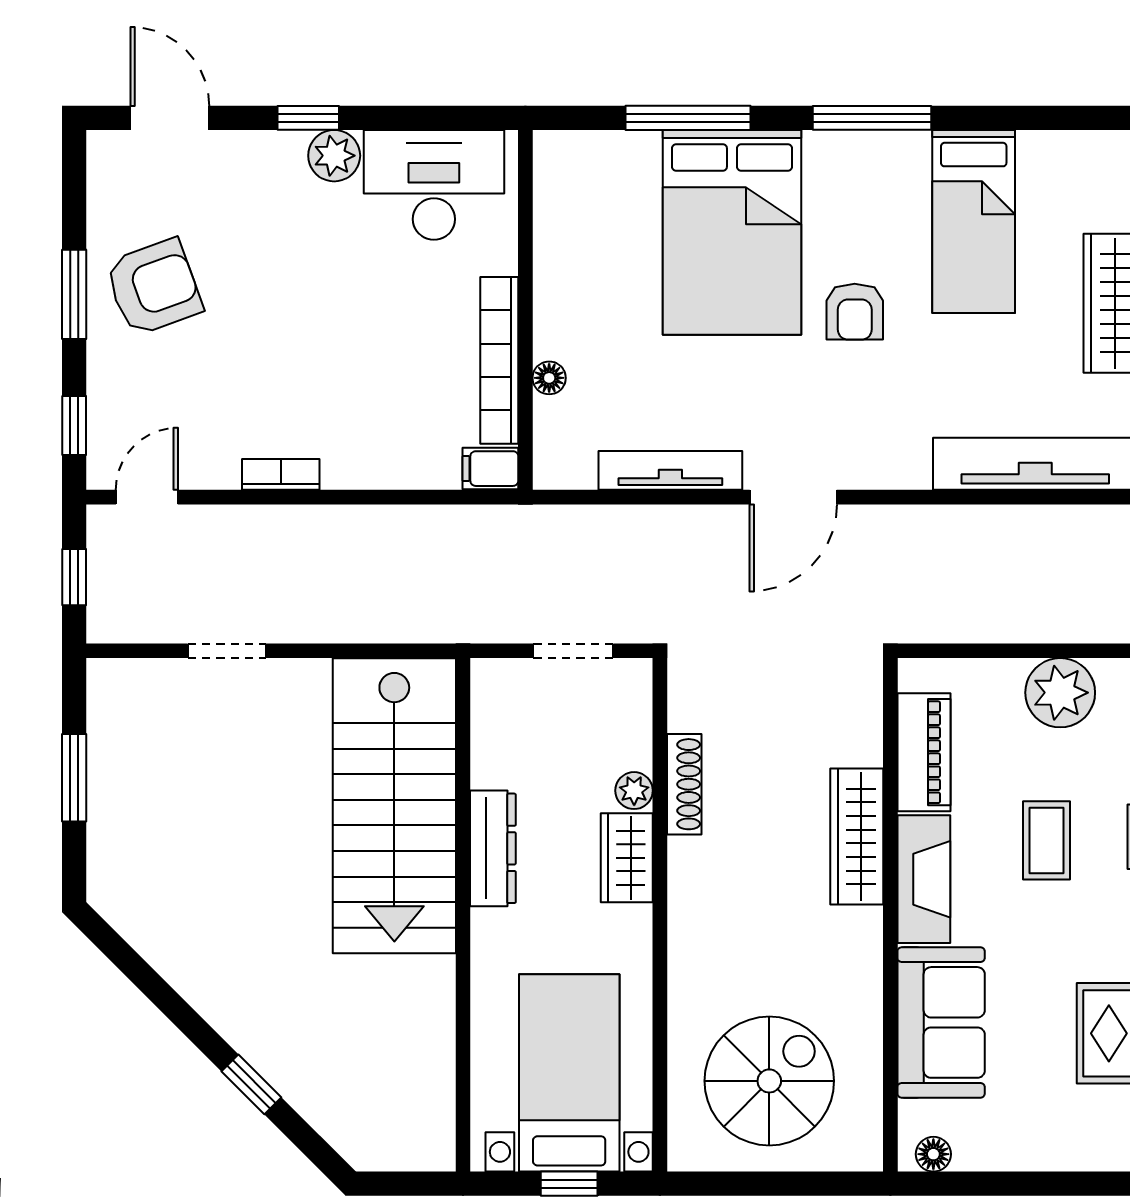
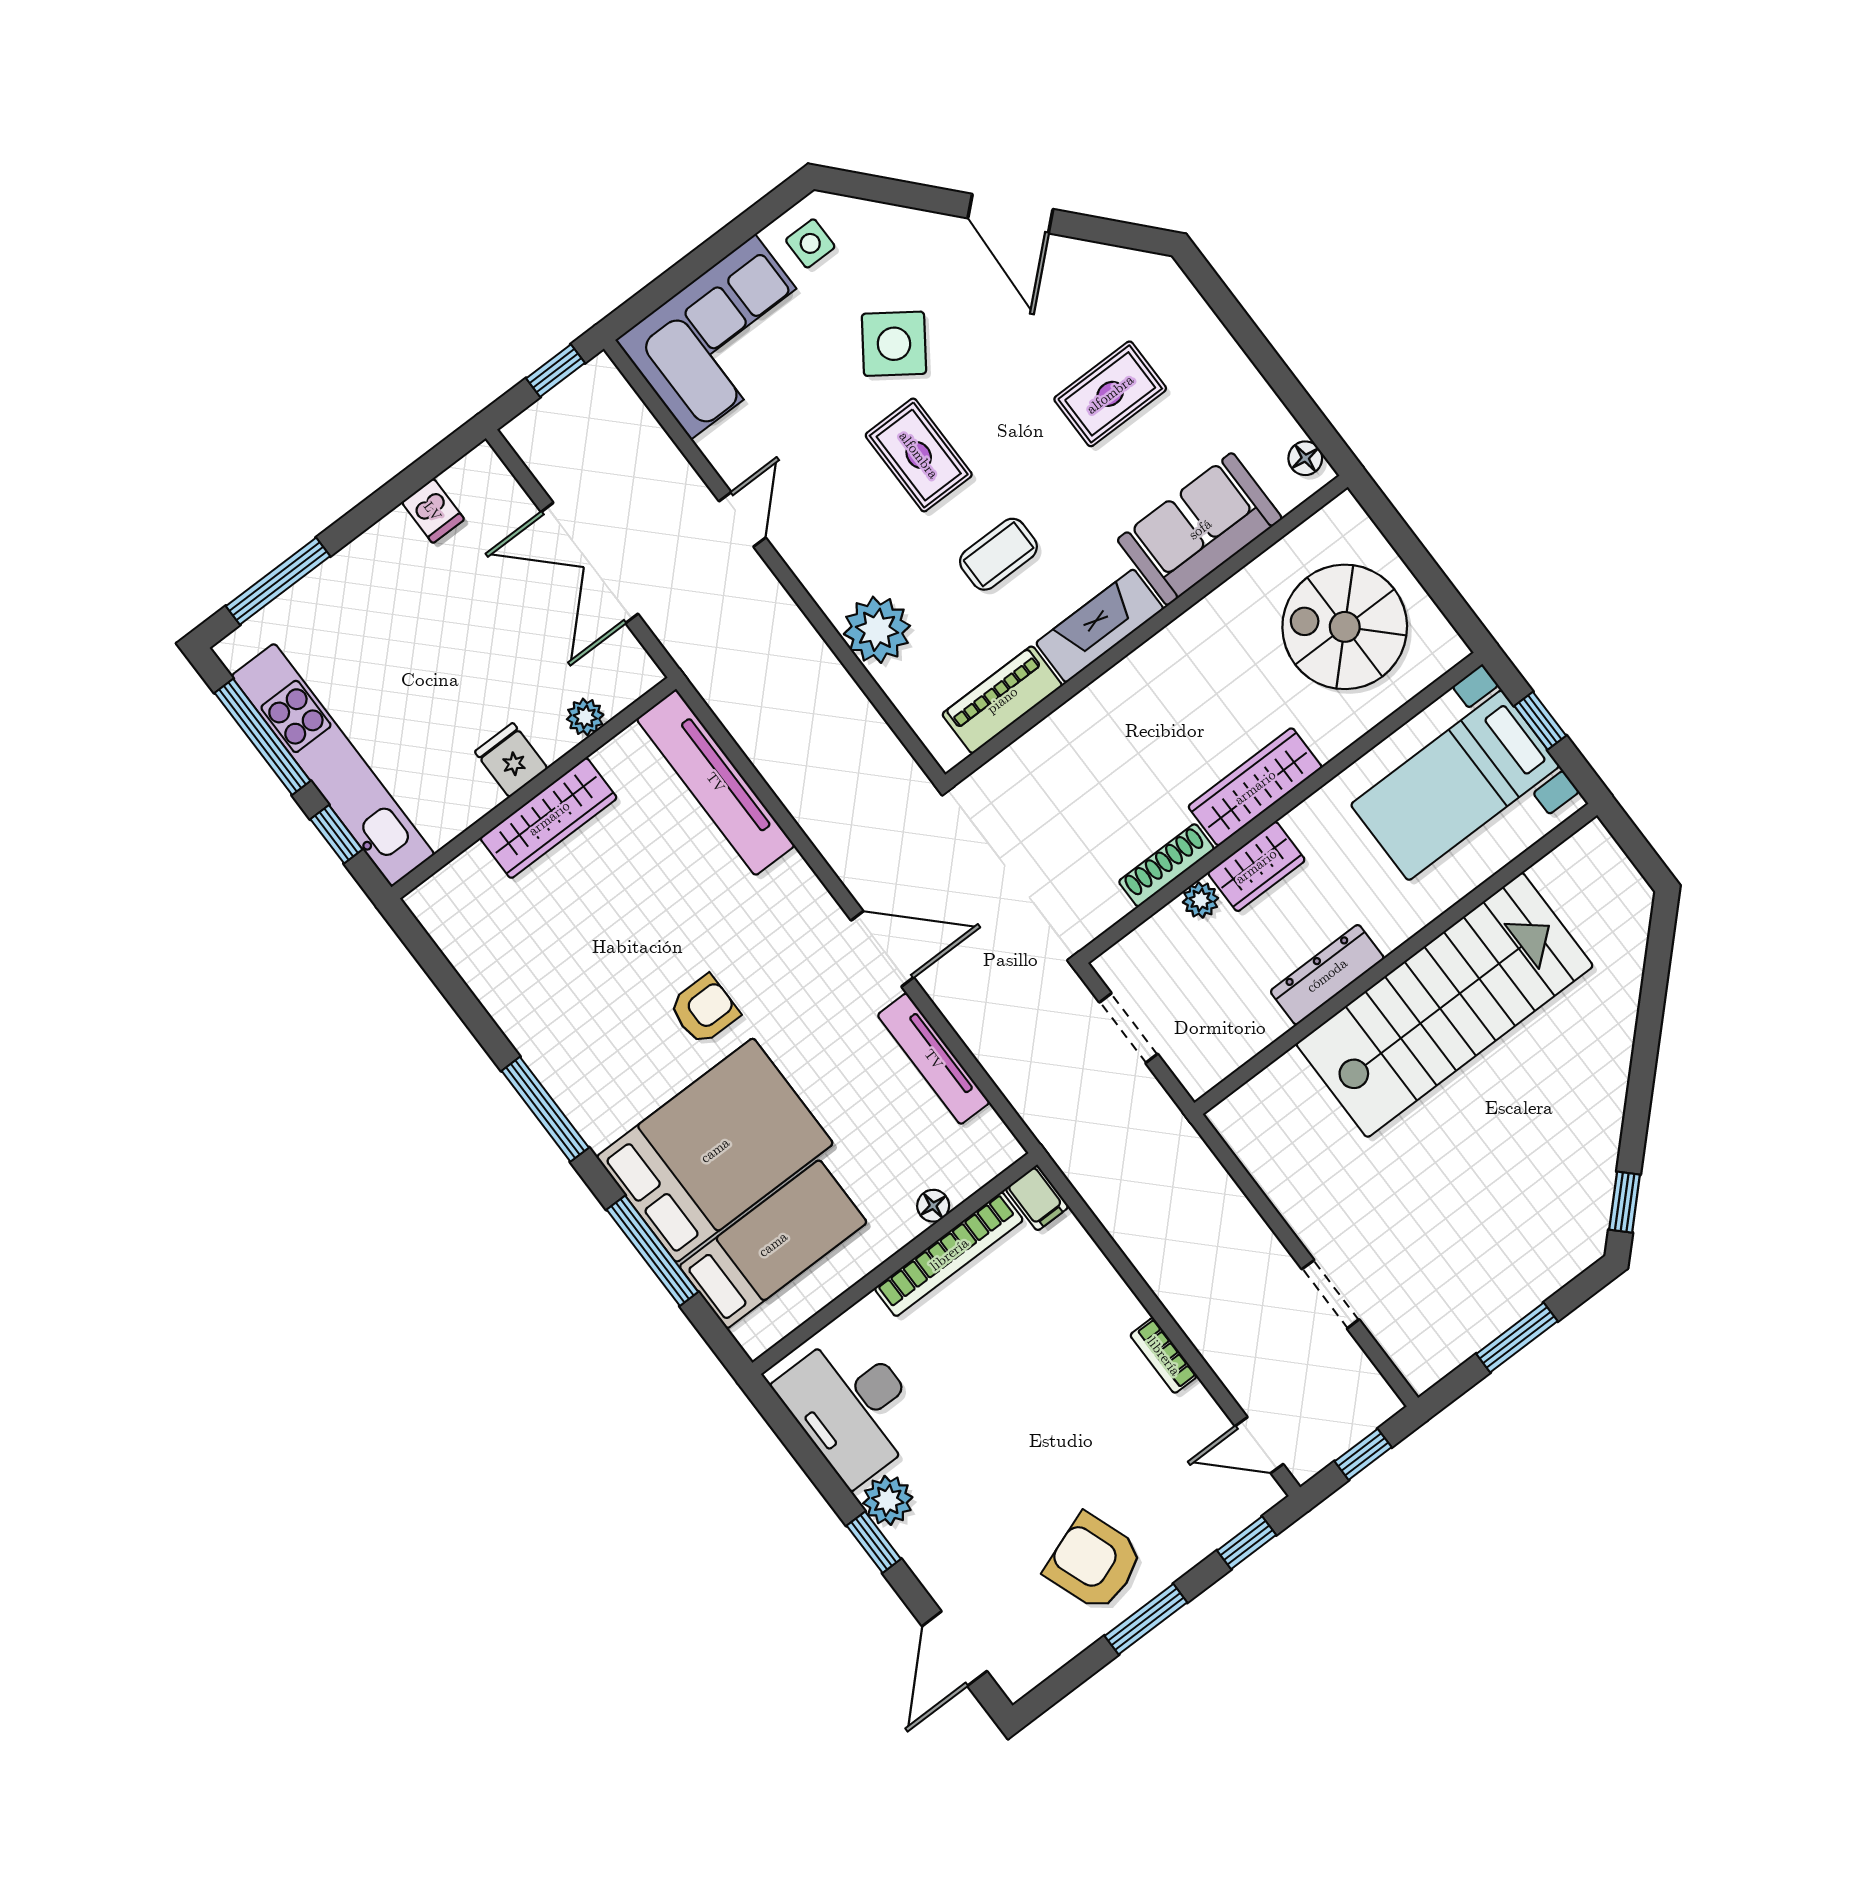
bed: (974, 222) -> (773, 1244), moved
stairs: (394, 806) -> (1445, 1005), moved
wardrobe: (857, 836) -> (1255, 787), moved, turned 180
window: (251, 1084) -> (1625, 1202), moved

